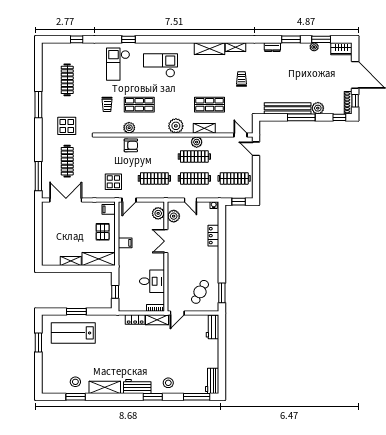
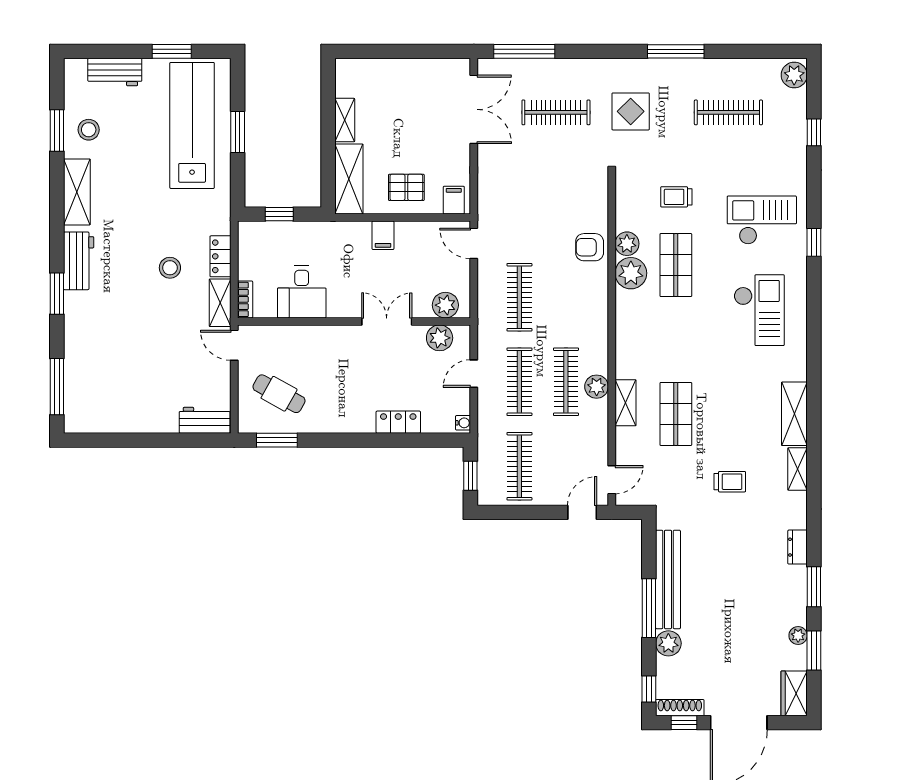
plant: (50, 49) -> (794, 75), added
plant: (176, 126) -> (631, 273), moved
armchair: (131, 145) -> (590, 247), turned 90
display table: (113, 182) -> (512, 210), removed
lab bench: (73, 333) -> (192, 125), width x1.36
workbench: (212, 381) -> (115, 72), moved, turned 180
stool: (168, 383) -> (170, 268), moved

